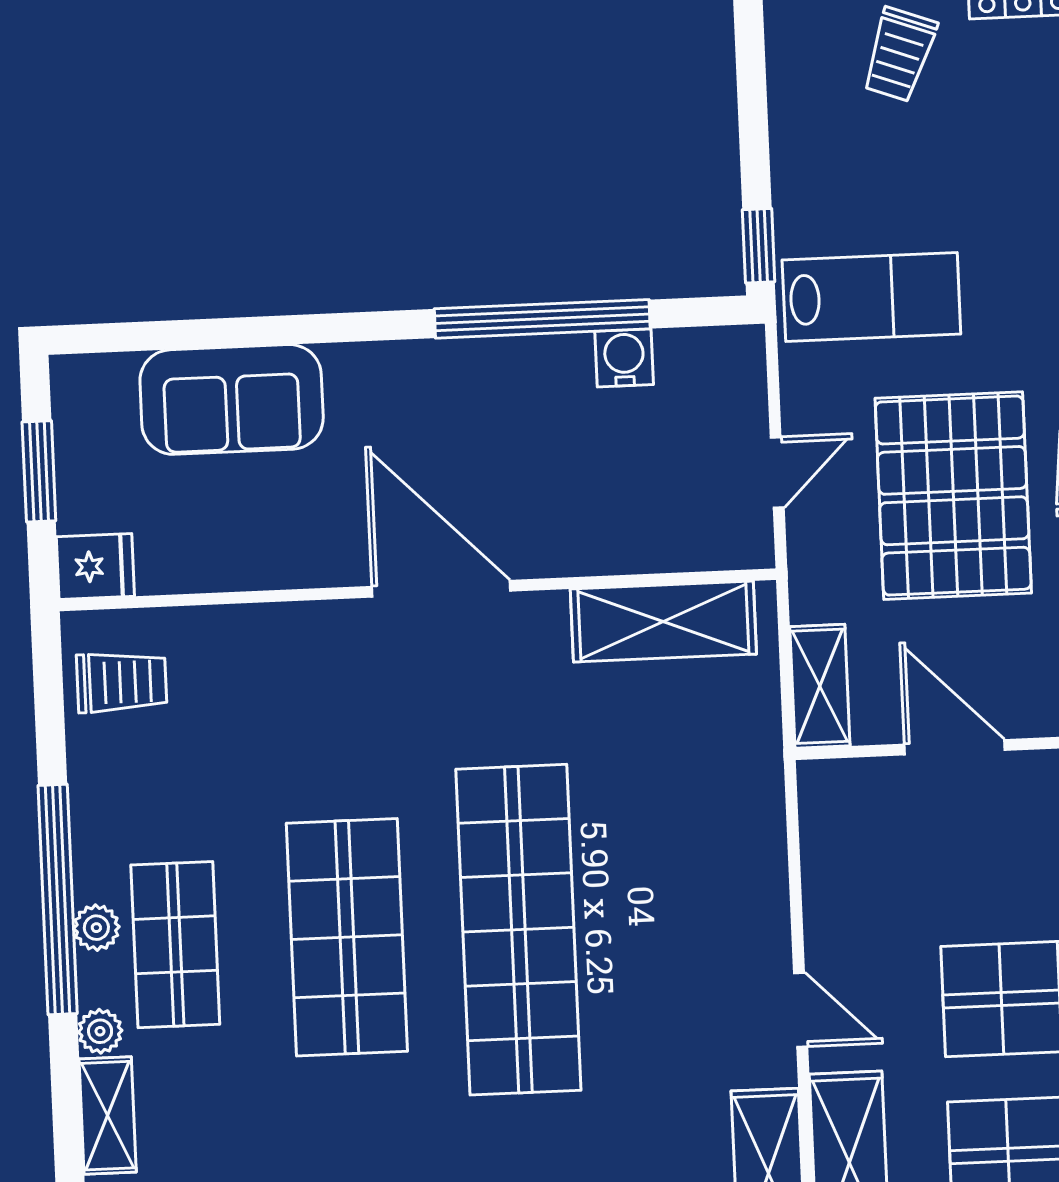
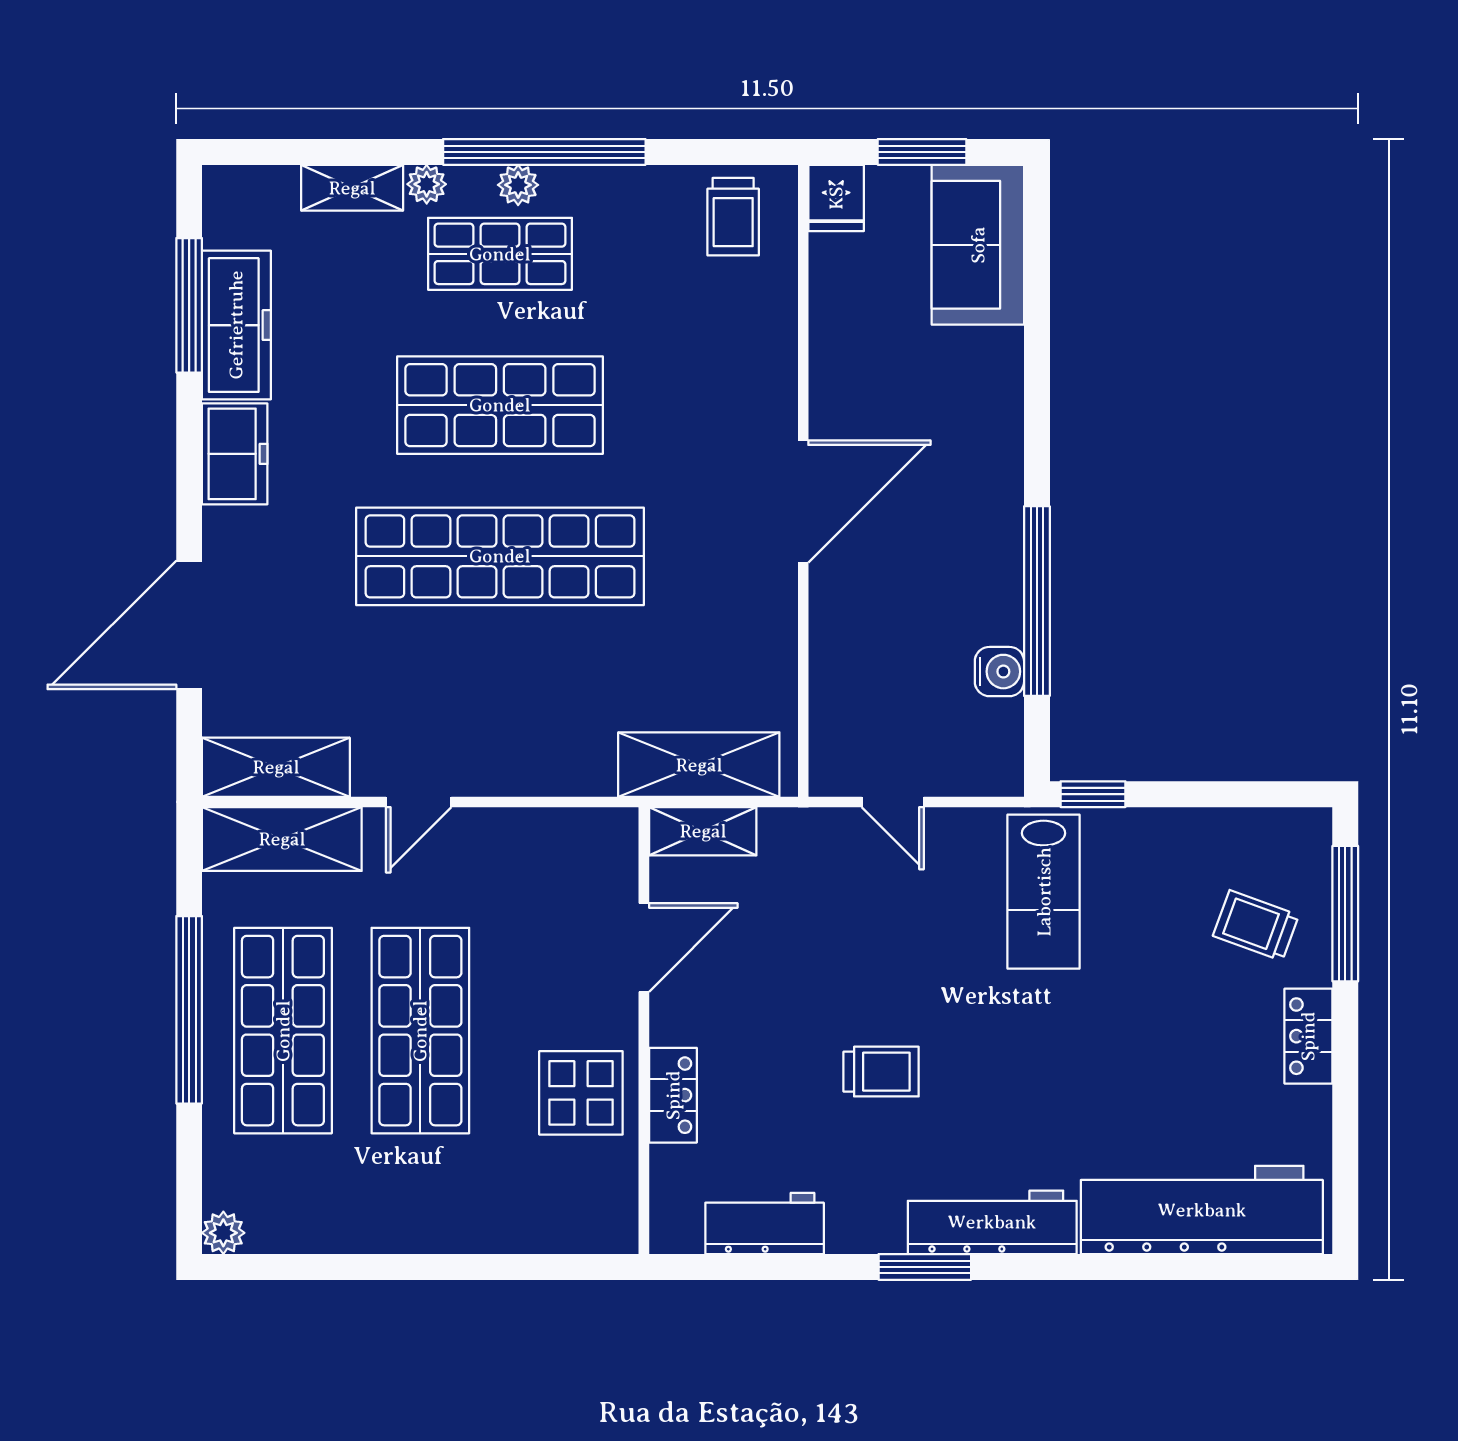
sofa: (232, 399) -> (978, 245), moved
pallet: (953, 496) -> (865, 956), removed
shelving: (663, 622) -> (699, 765), moved, turned 90

